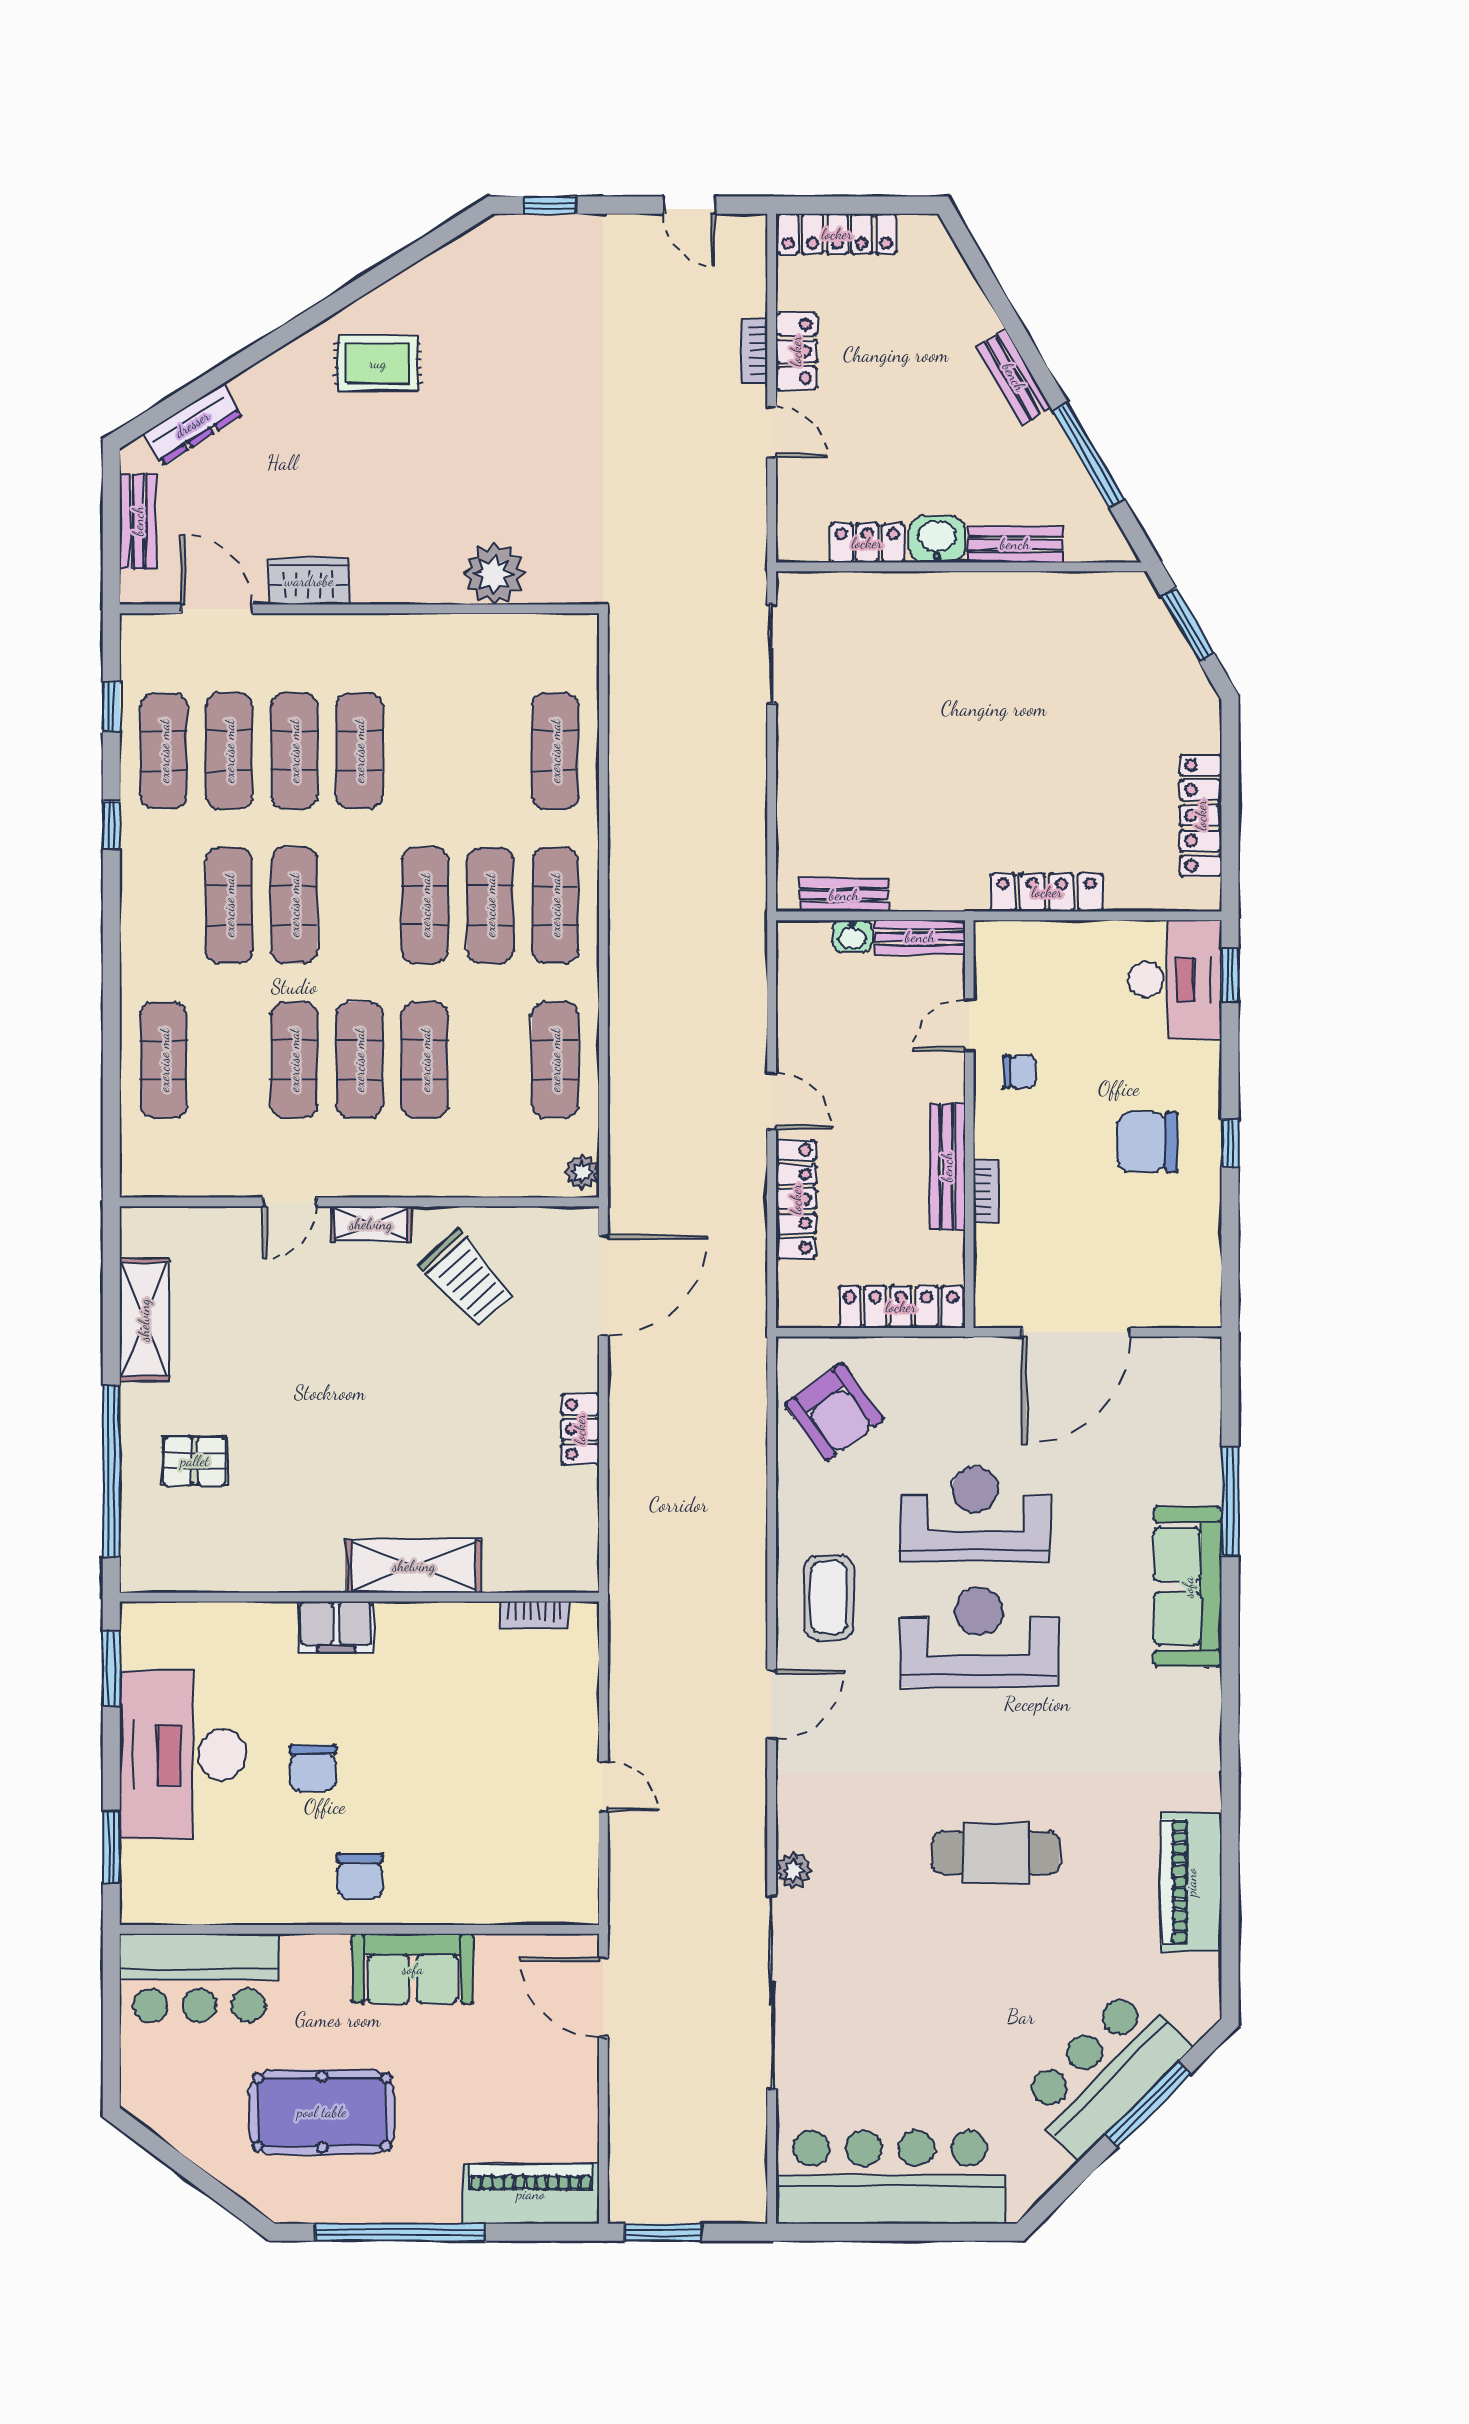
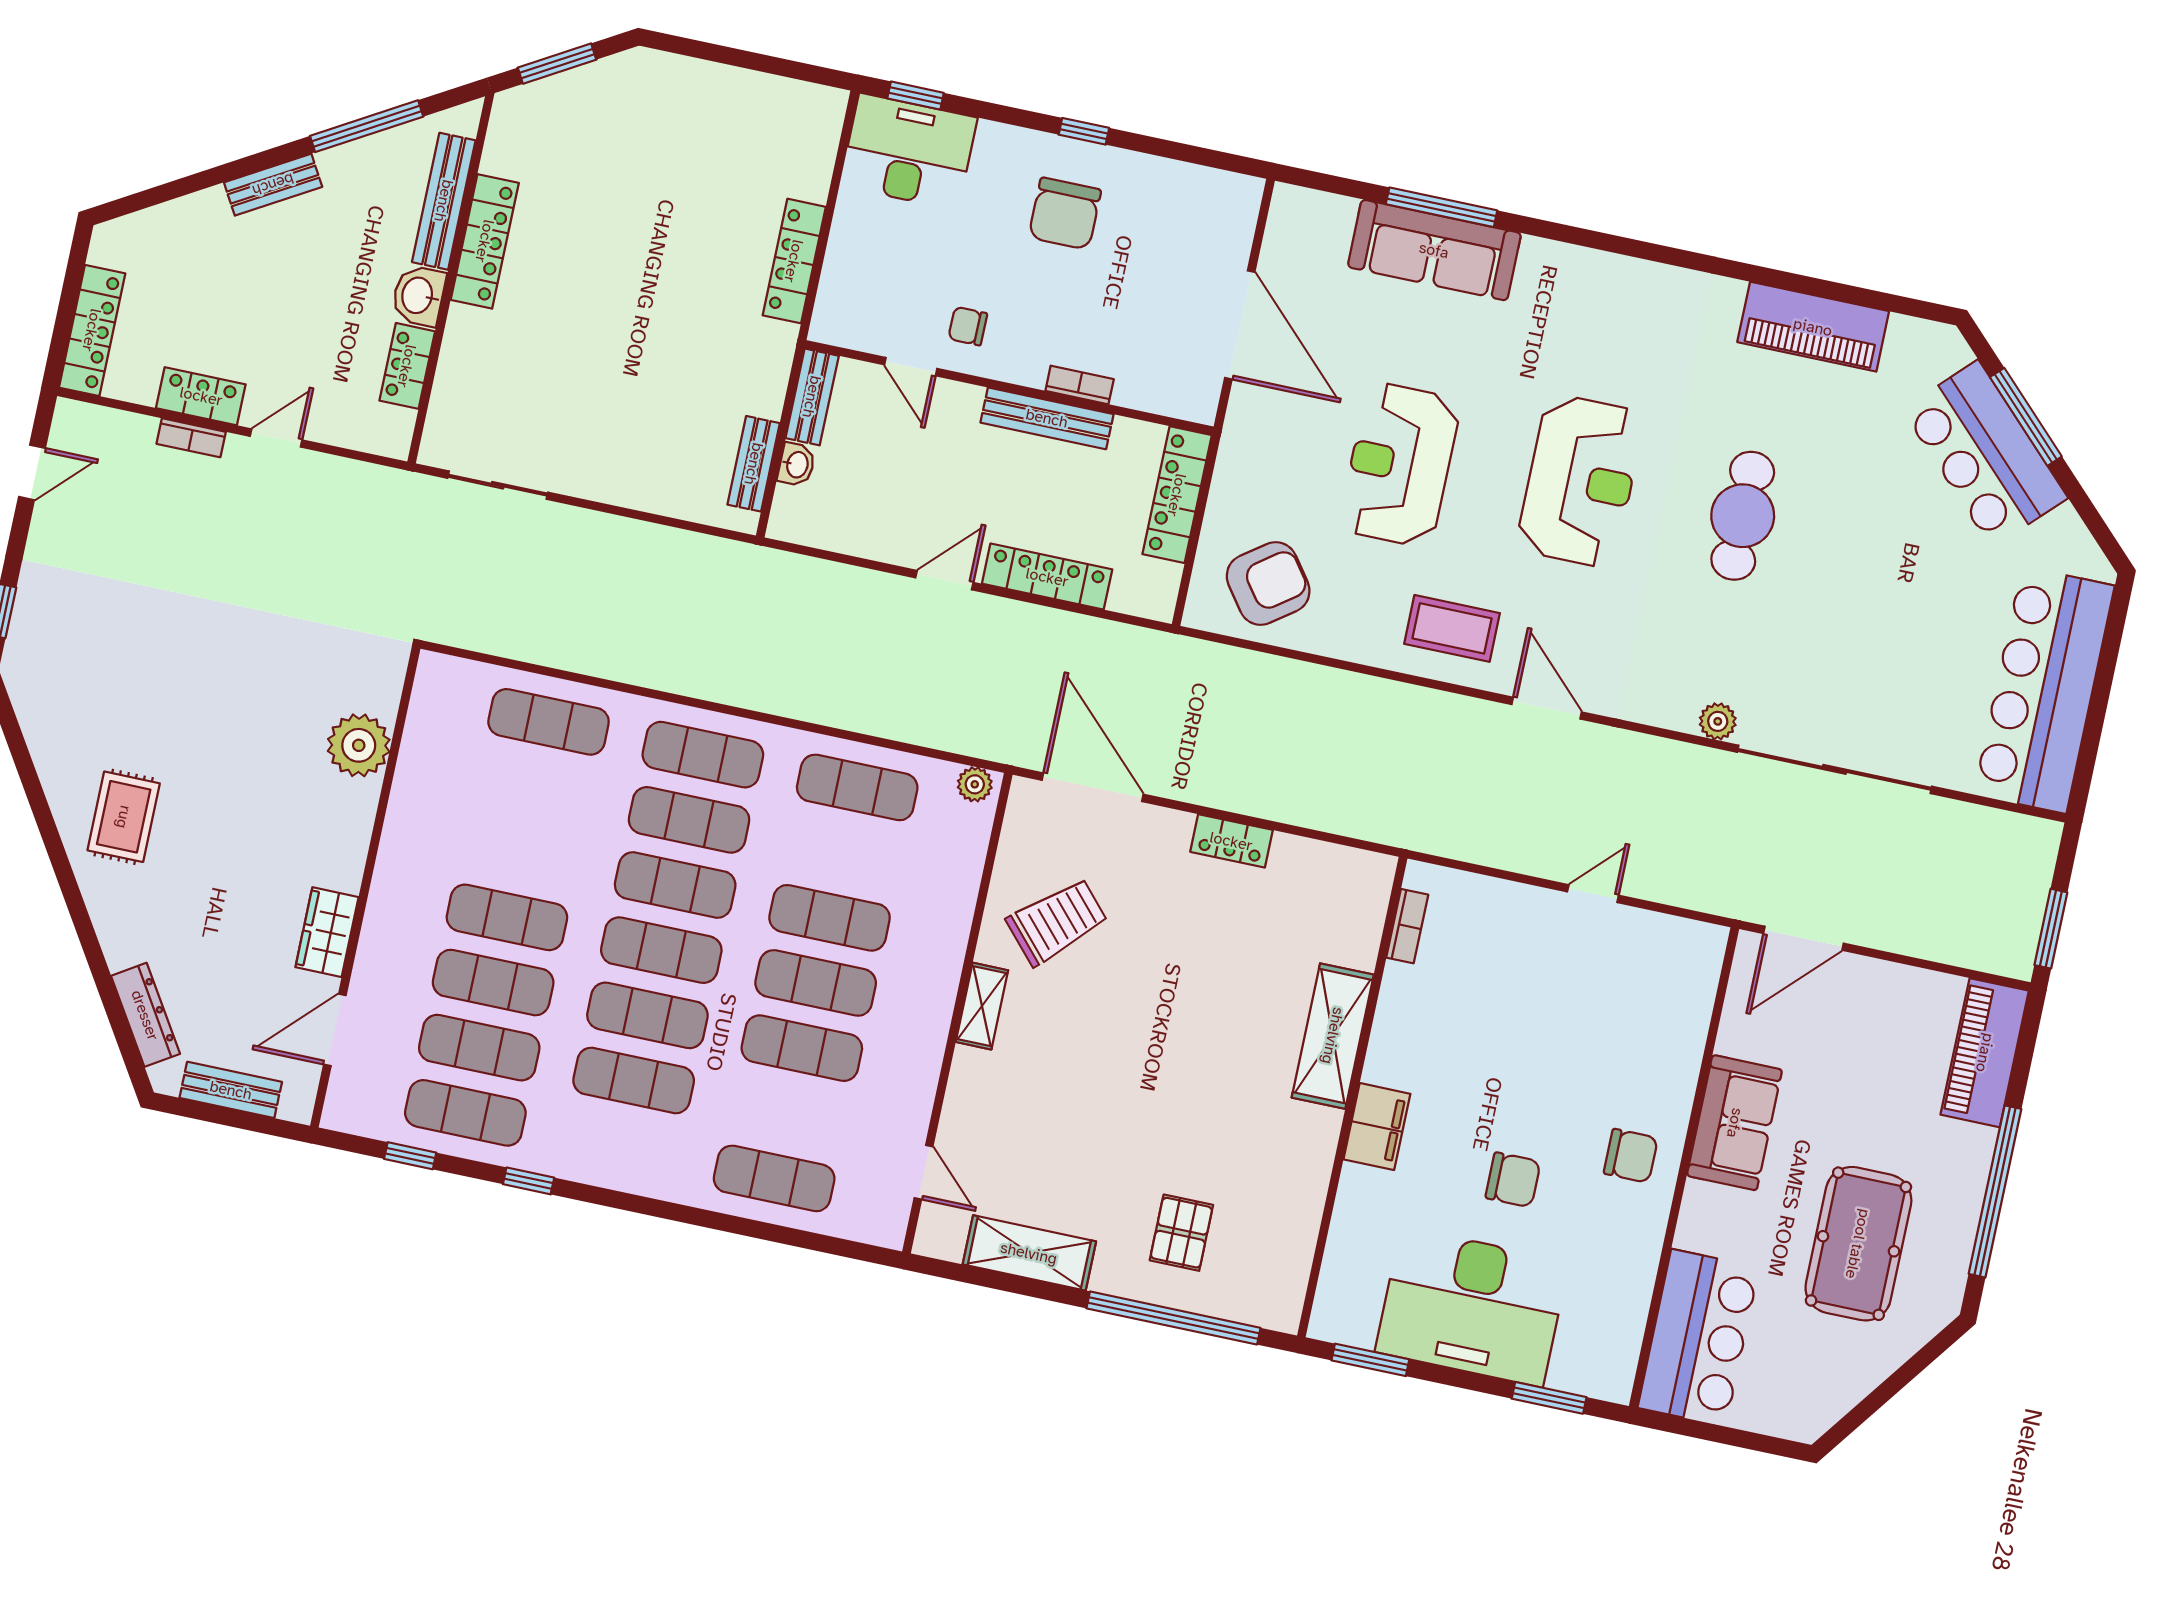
bench: (1015, 544) -> (444, 201), width x1.36
locker: (1201, 815) -> (485, 241), moved, turned -90
exercise mat: (359, 905) -> (661, 950), added
chair: (1020, 1072) -> (968, 326), turned -90
door: (290, 1202) -> (924, 1172), moved
sofa: (1188, 1587) -> (1434, 250), moved
reception desk: (979, 1637) -> (1580, 481), moved, turned 180

